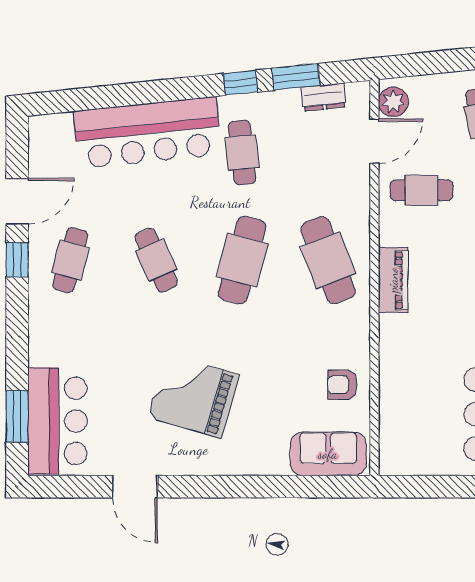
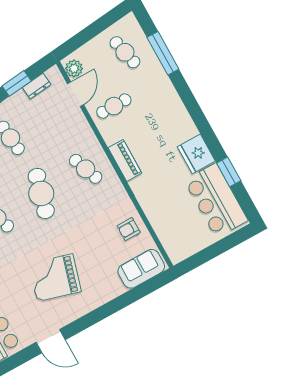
cafe table: (328, 260) -> (86, 169), width x0.73, depth x0.74

